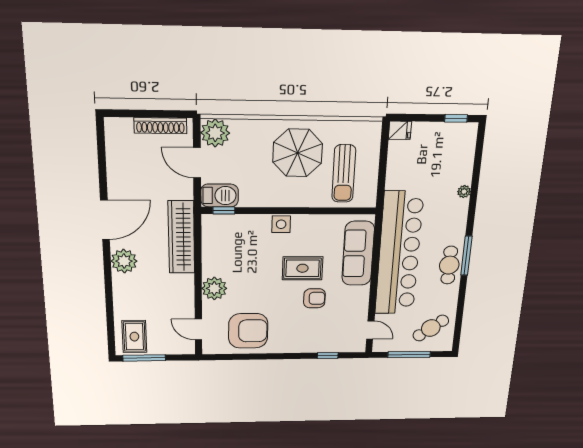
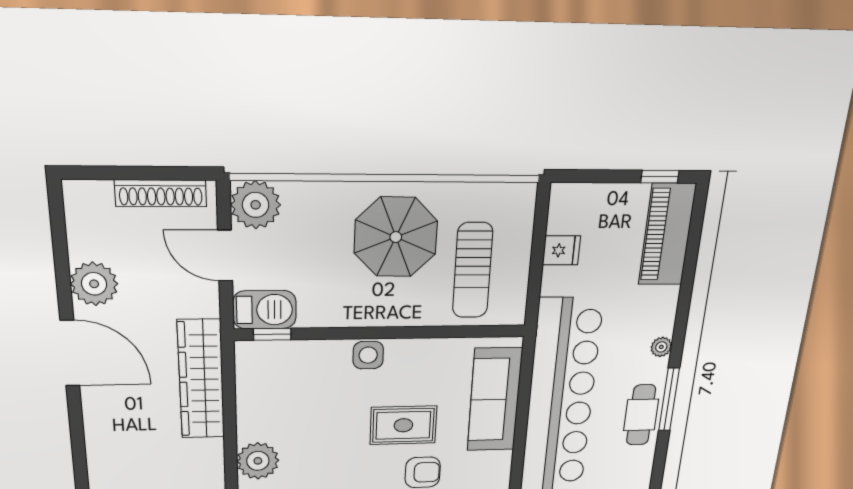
fridge: (400, 130) -> (561, 250), moved
piano: (462, 153) -> (667, 235), added
plant: (464, 192) -> (661, 347), moved
door: (105, 220) -> (70, 353), hinge flipped
plant: (124, 261) -> (94, 284), moved

